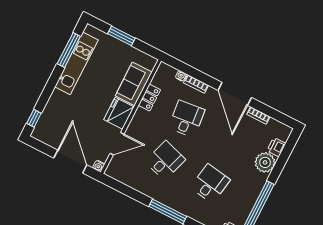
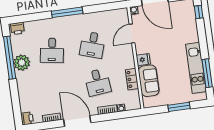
fridge: (119, 113) -> (143, 60), width x0.53, depth x0.75
printer: (276, 147) -> (27, 118), moved
plant: (265, 162) -> (22, 63), moved

